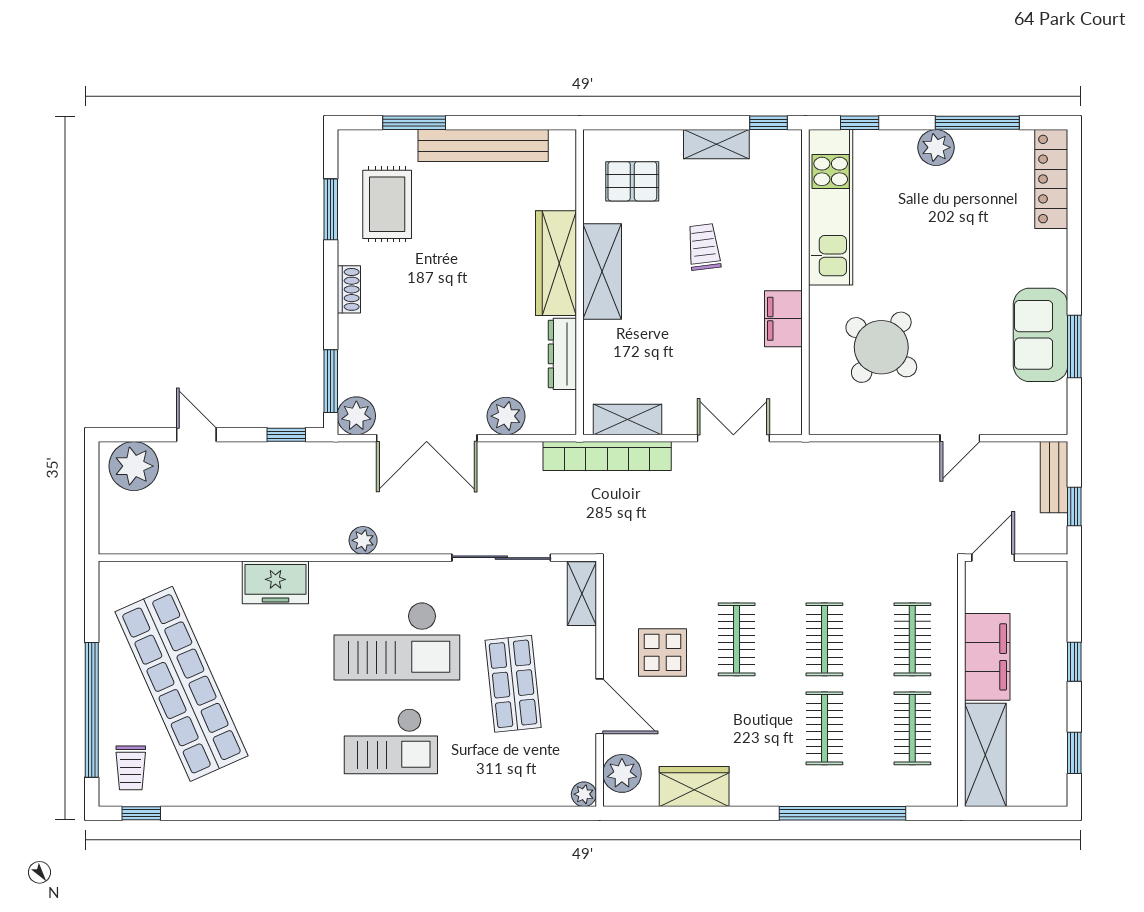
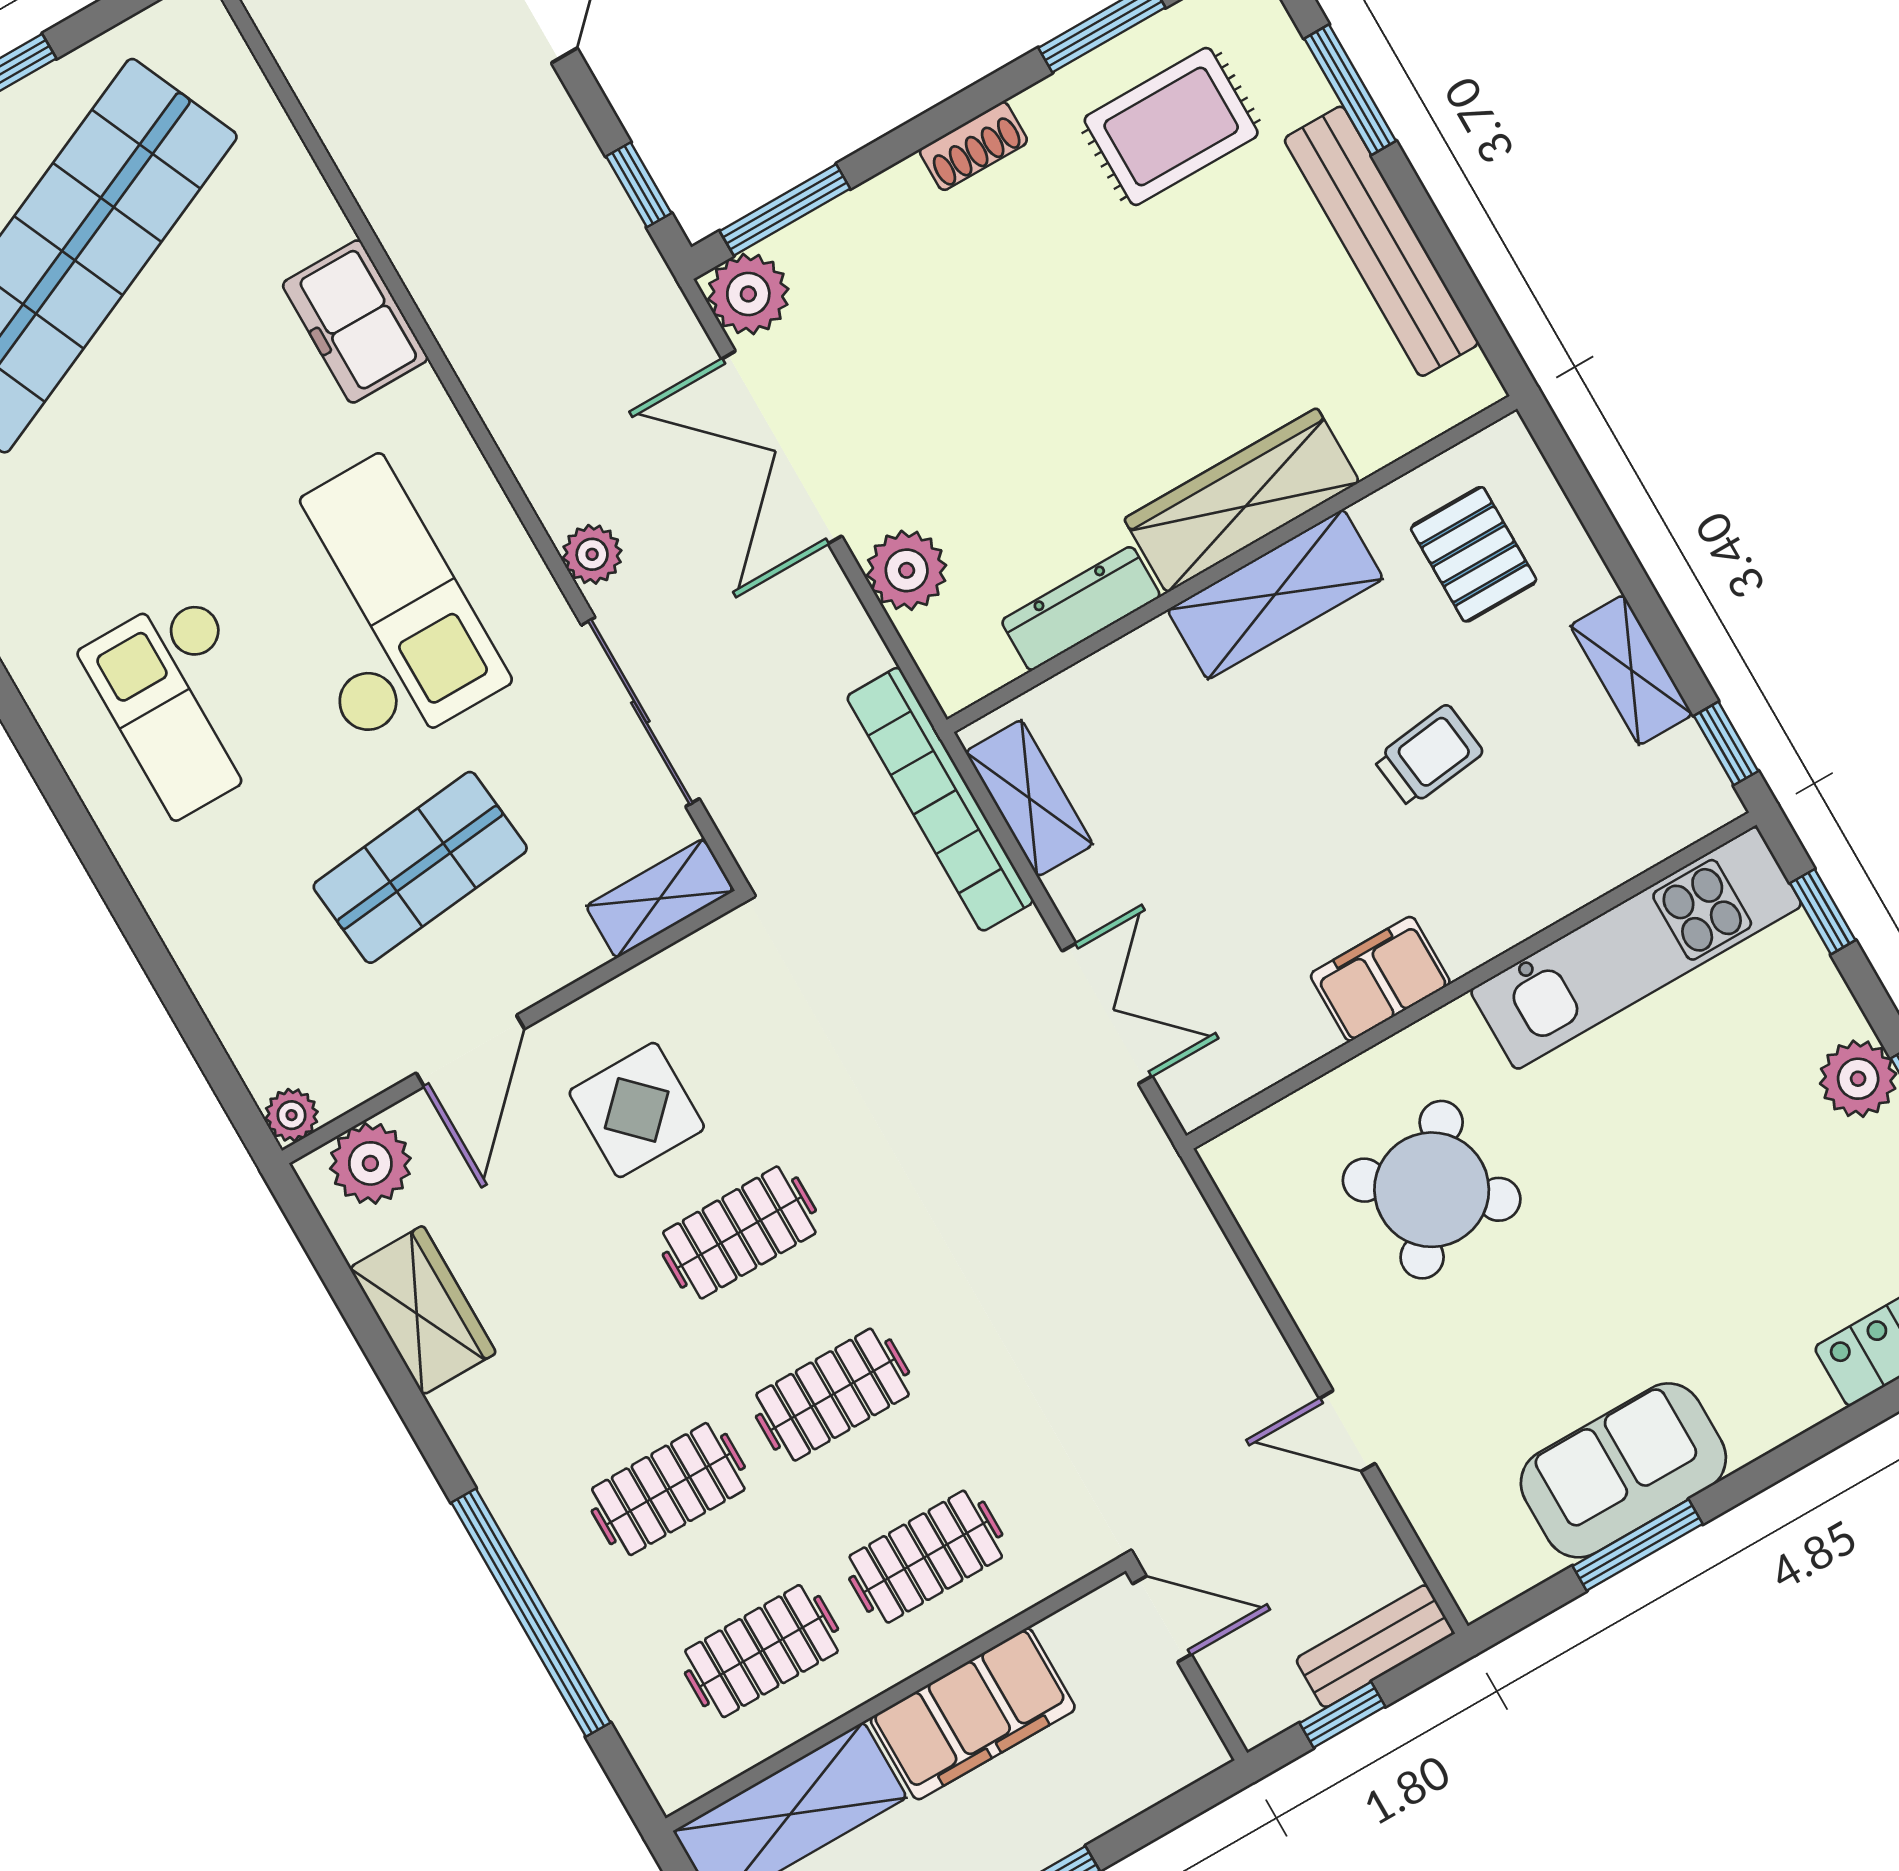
plant: (363, 540) -> (592, 554), moved
checkout: (397, 641) -> (376, 608), turned 180

